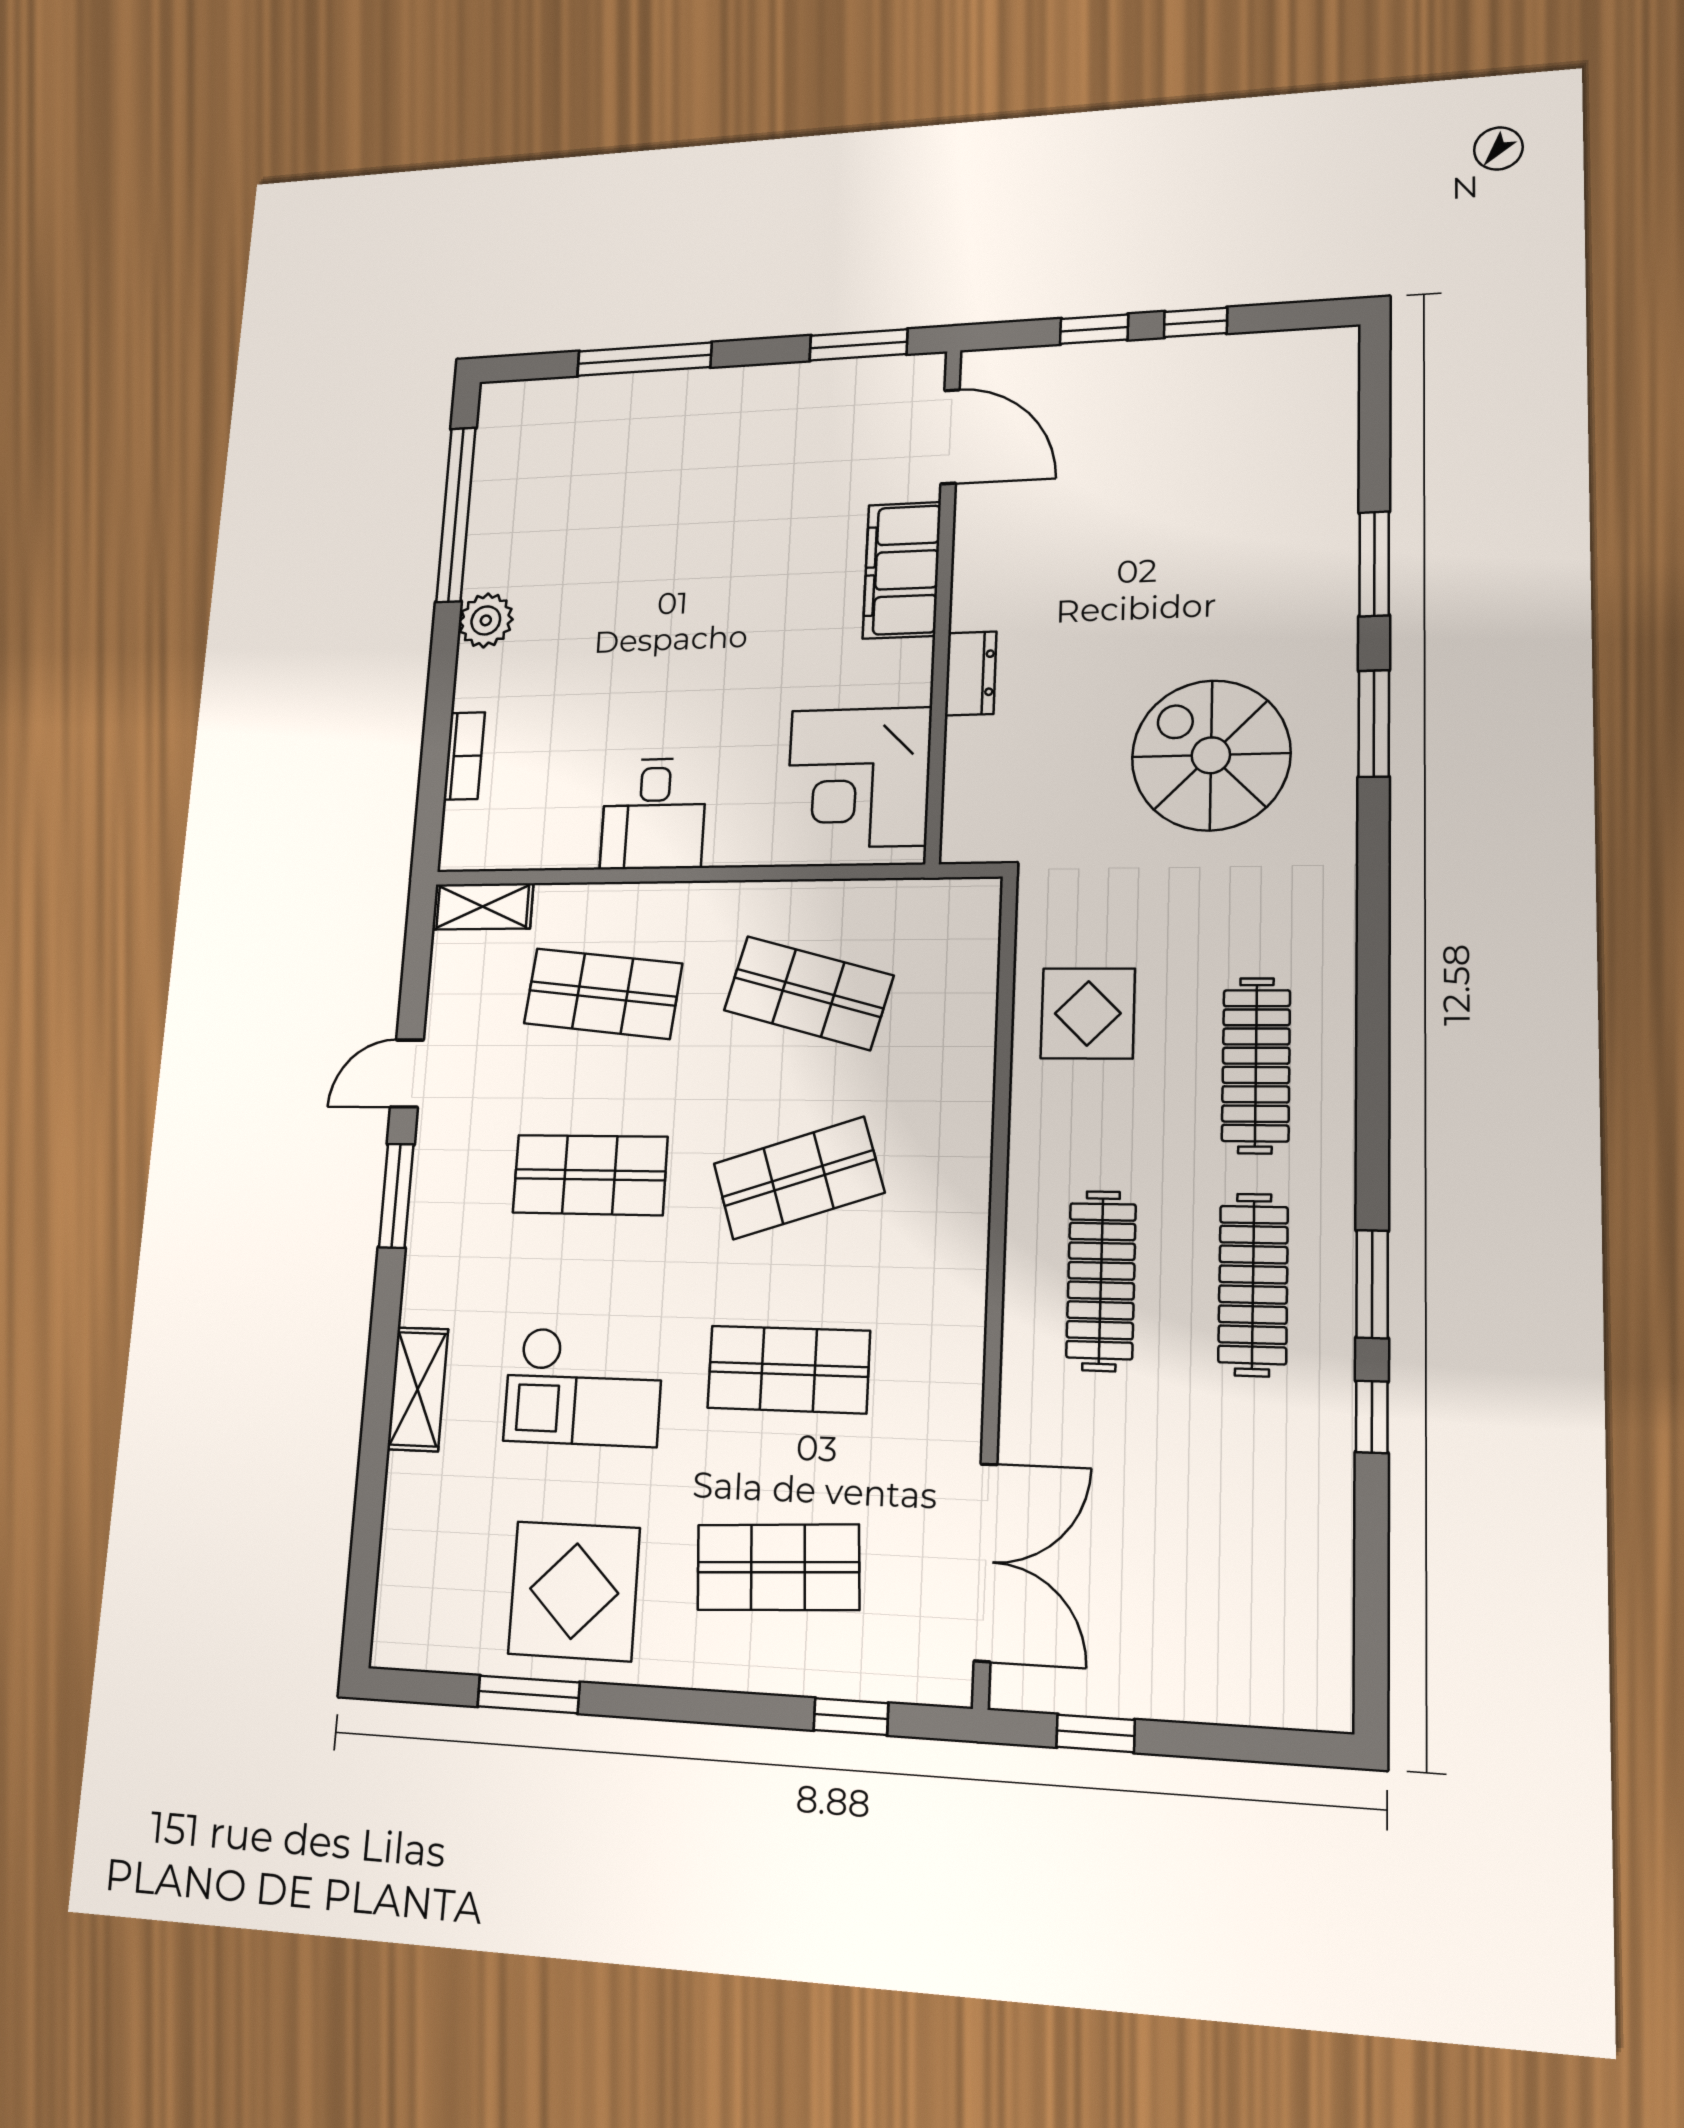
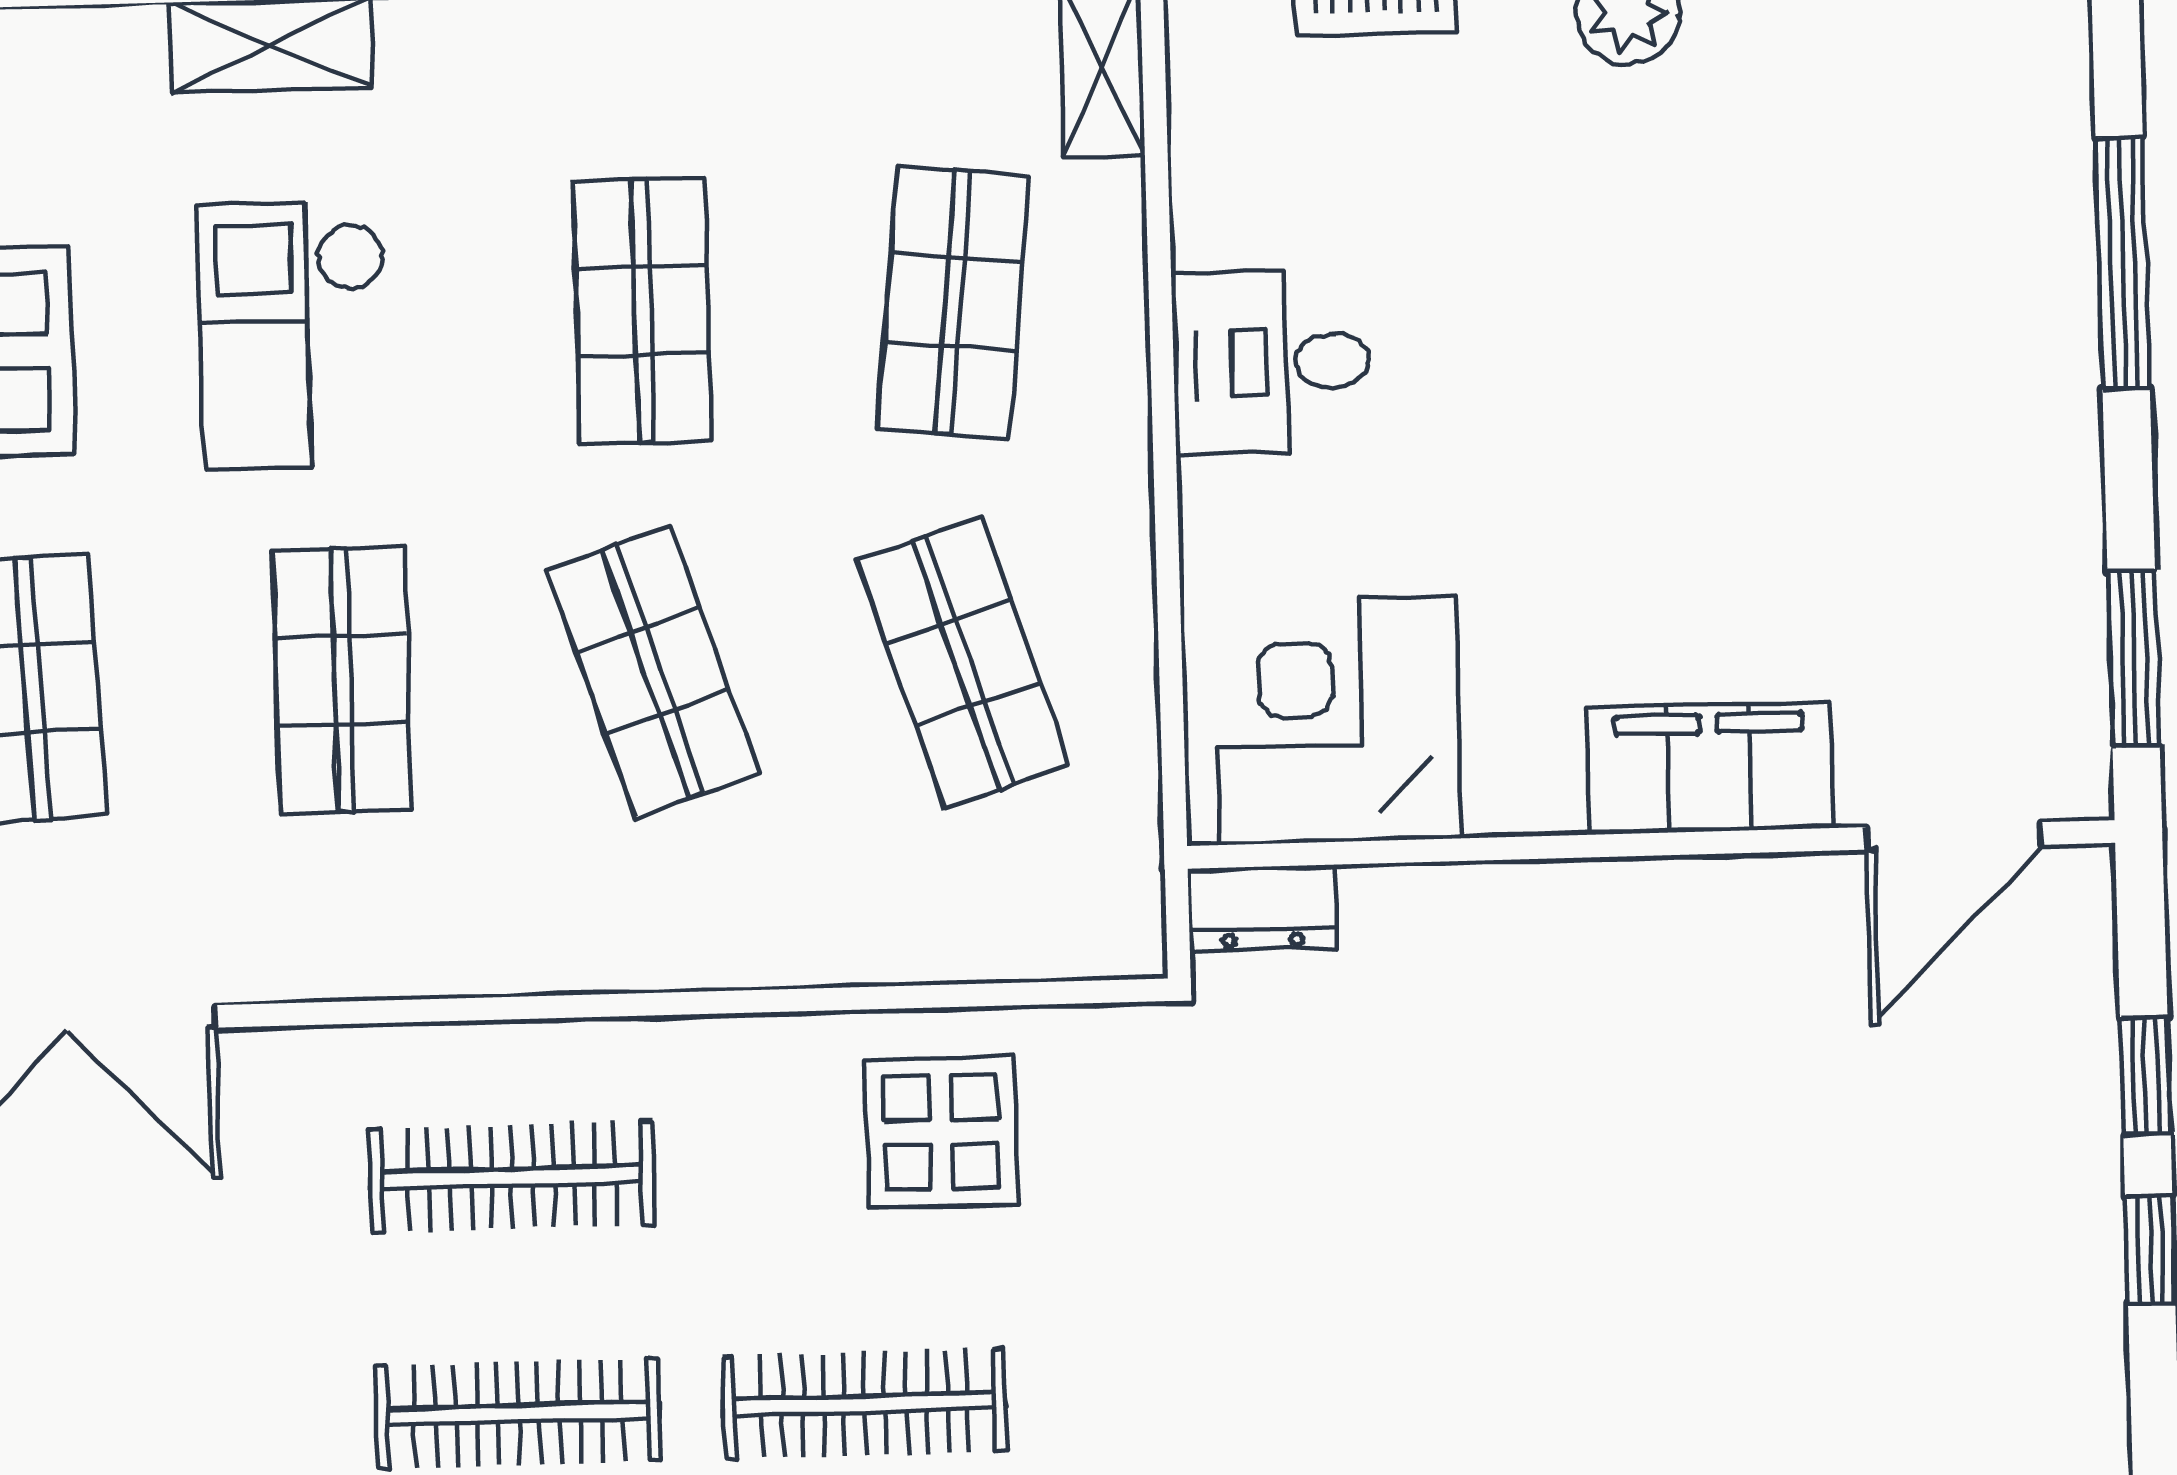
dresser: (971, 673) -> (1262, 908), moved
spiral stairs: (1211, 755) -> (1378, 1310), removed
shop shelf: (808, 993) -> (963, 663), turned -33

